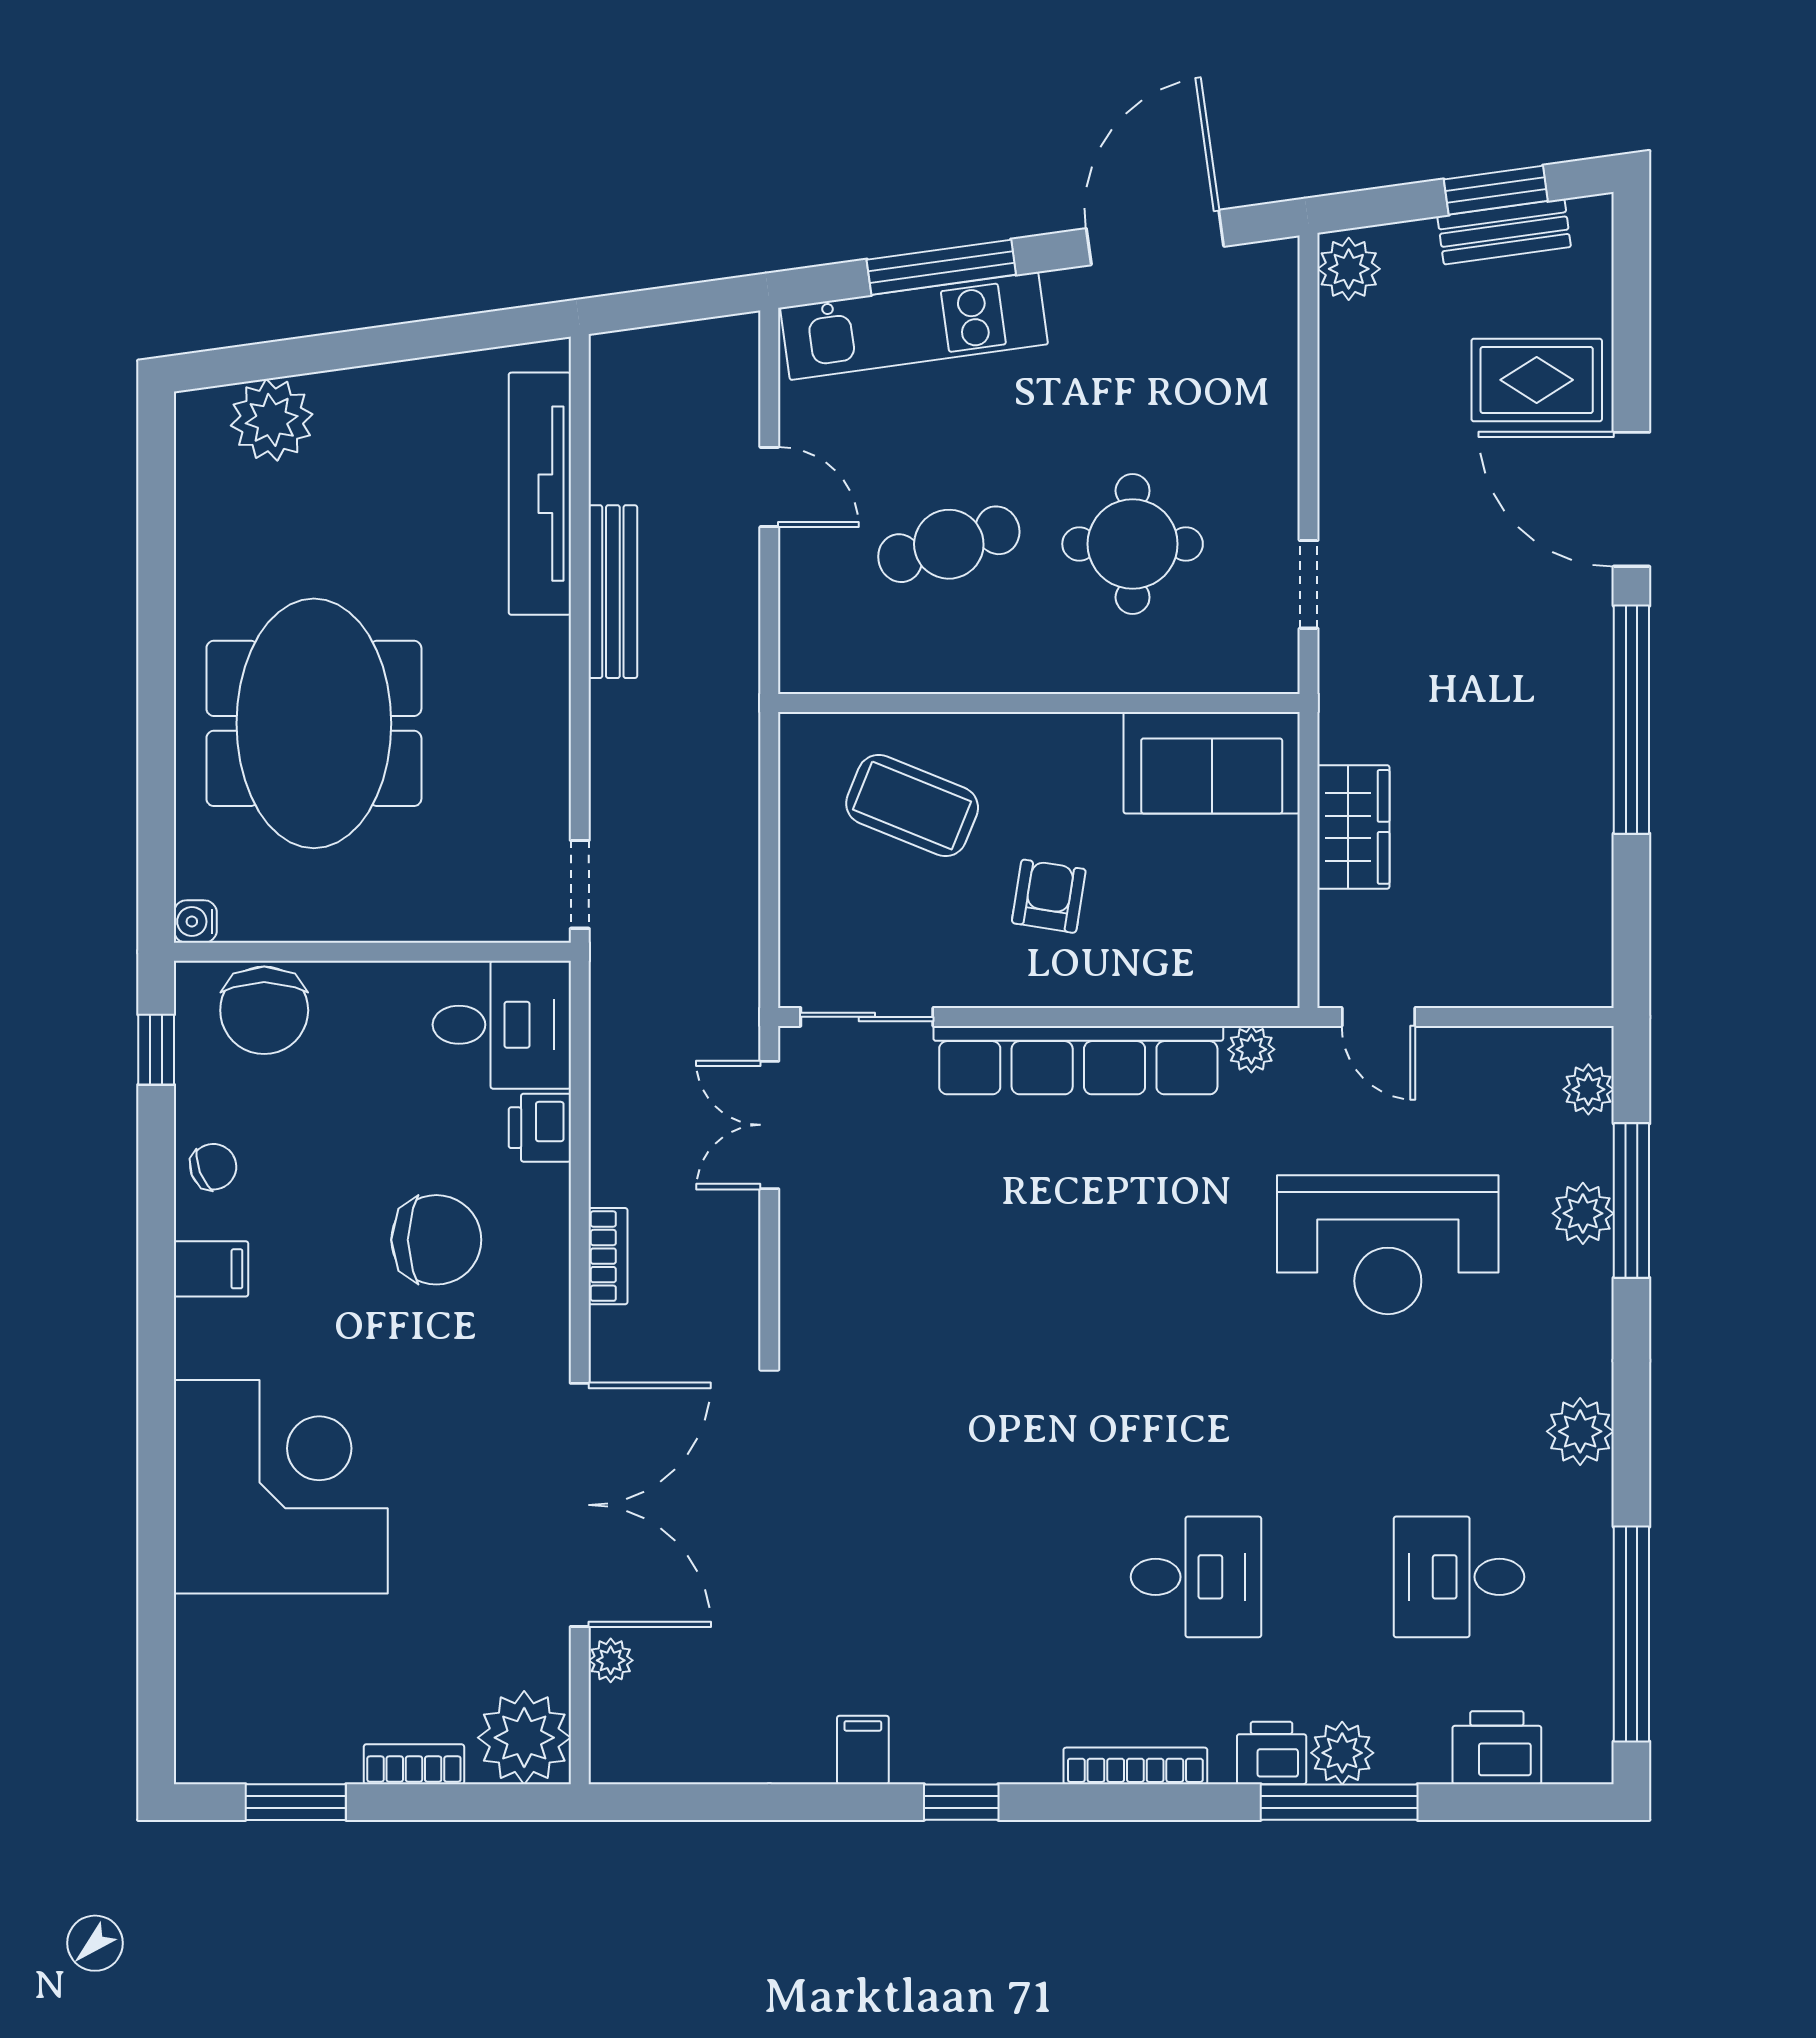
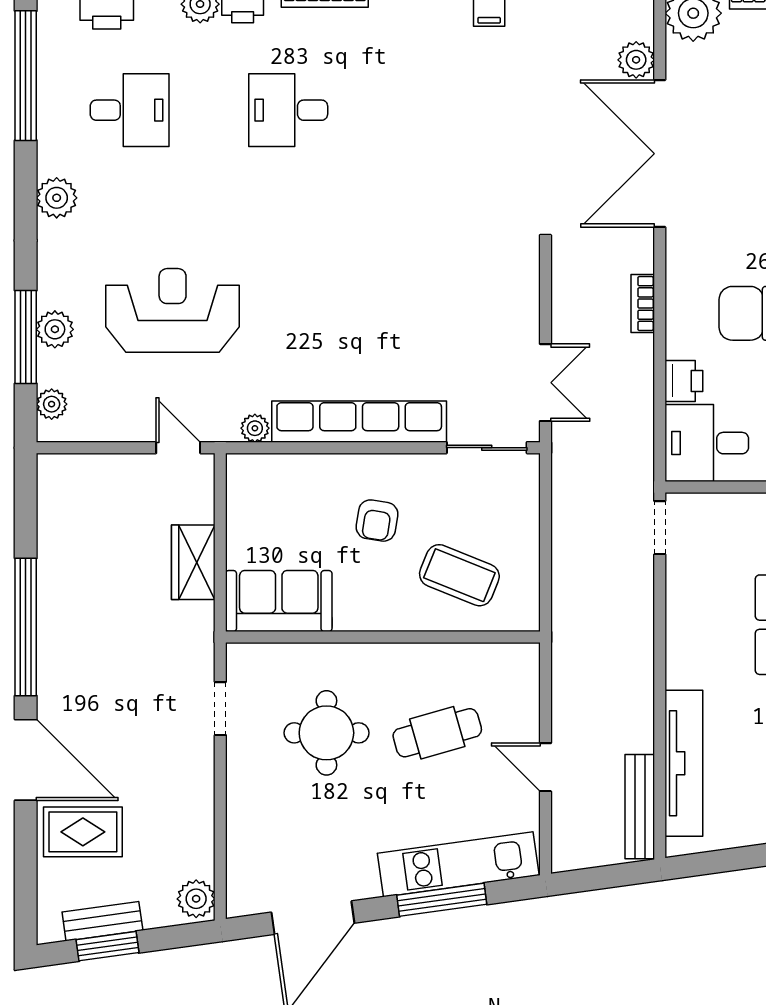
bench: (613, 592) -> (640, 807), moved
plant: (611, 1660) -> (636, 60), width x1.38, depth x1.38

